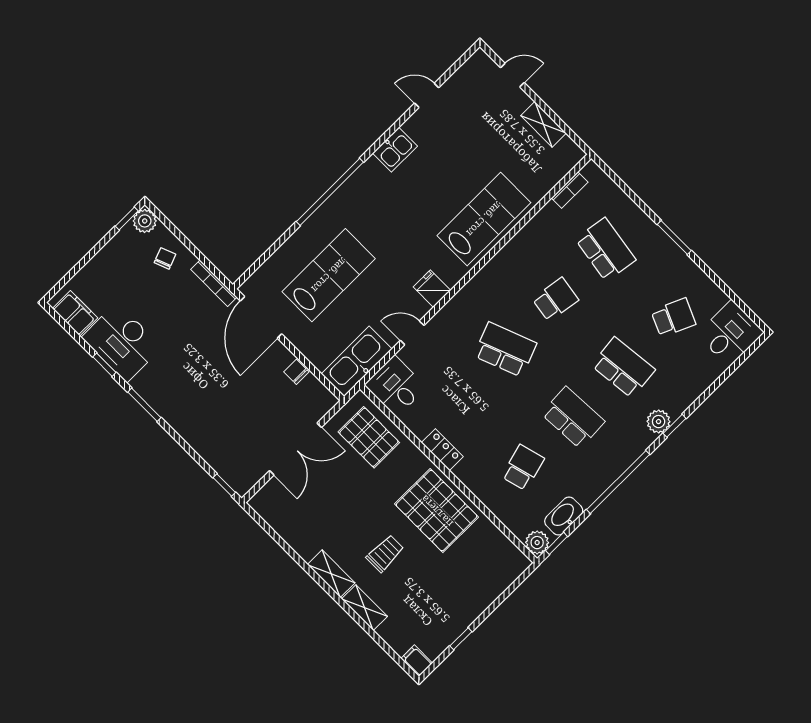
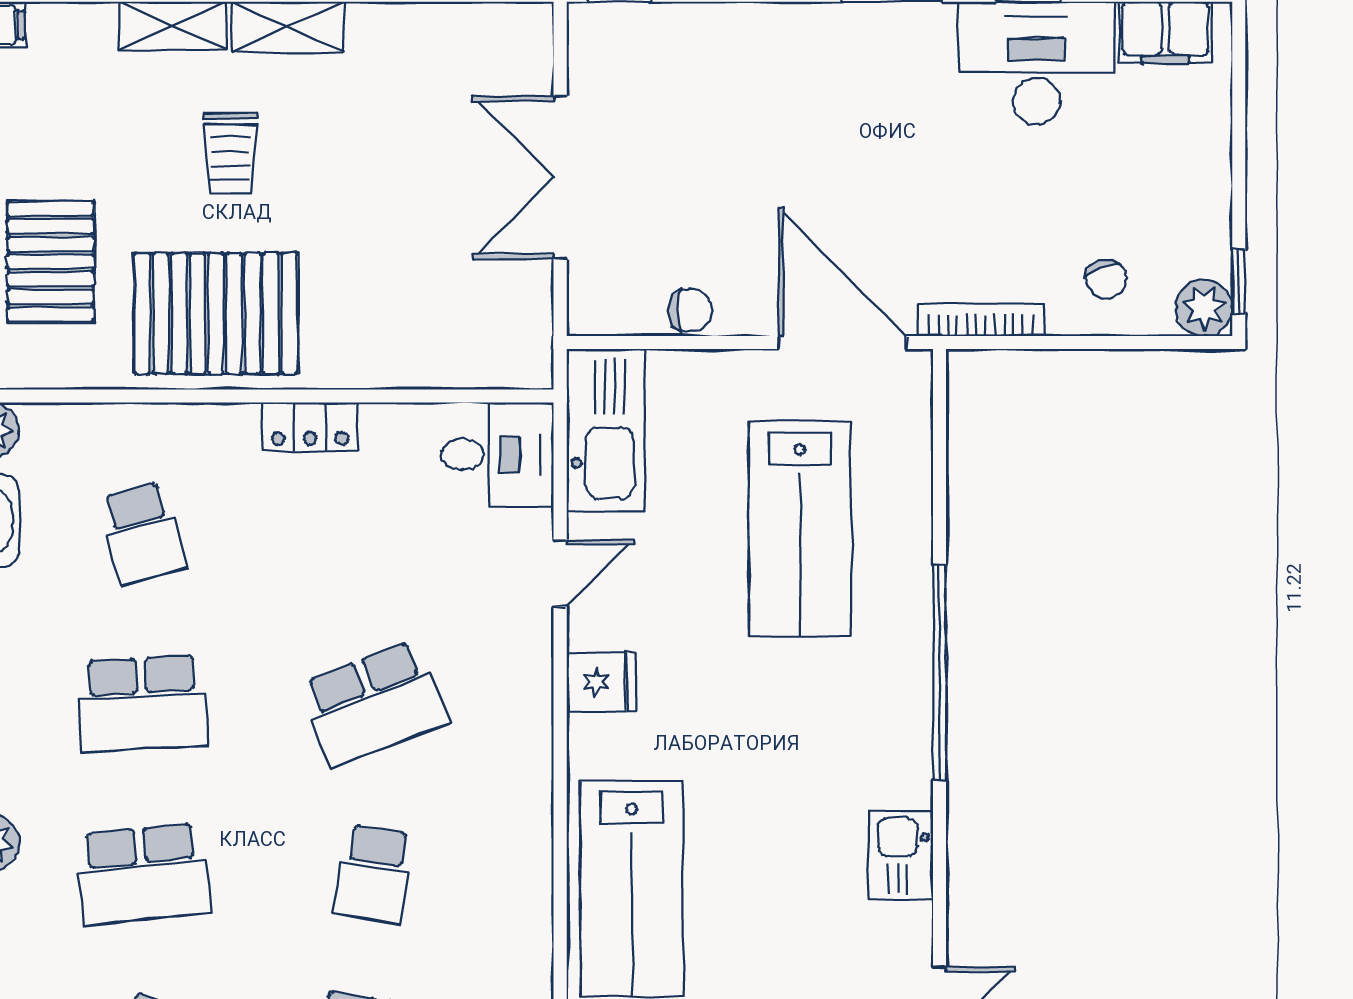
pallet: (369, 437) -> (51, 262), moved, turned 90

